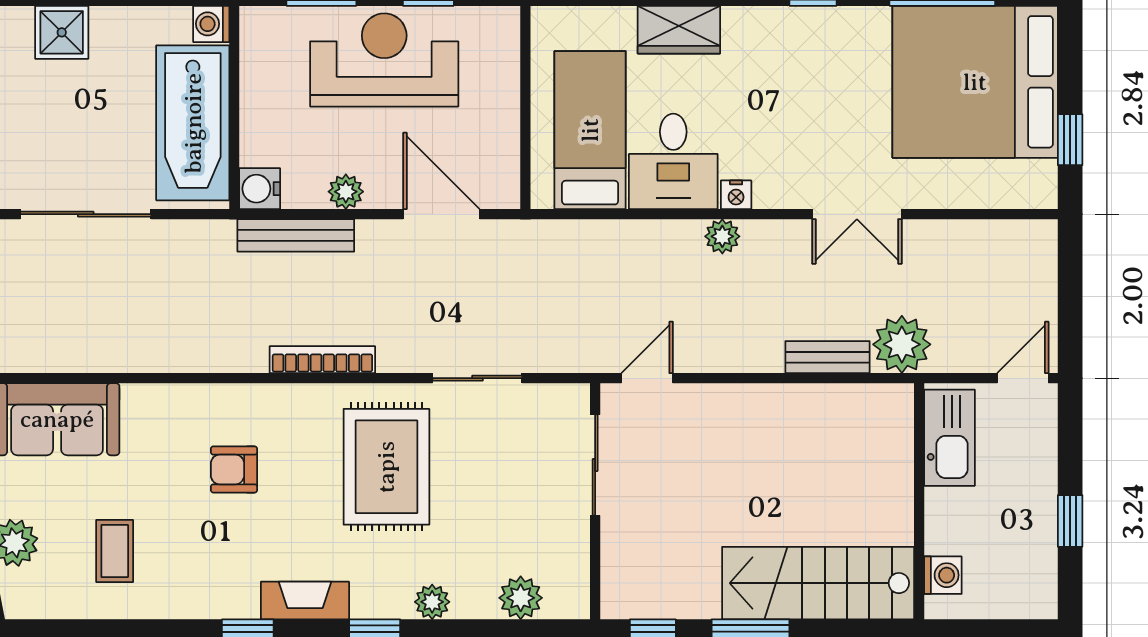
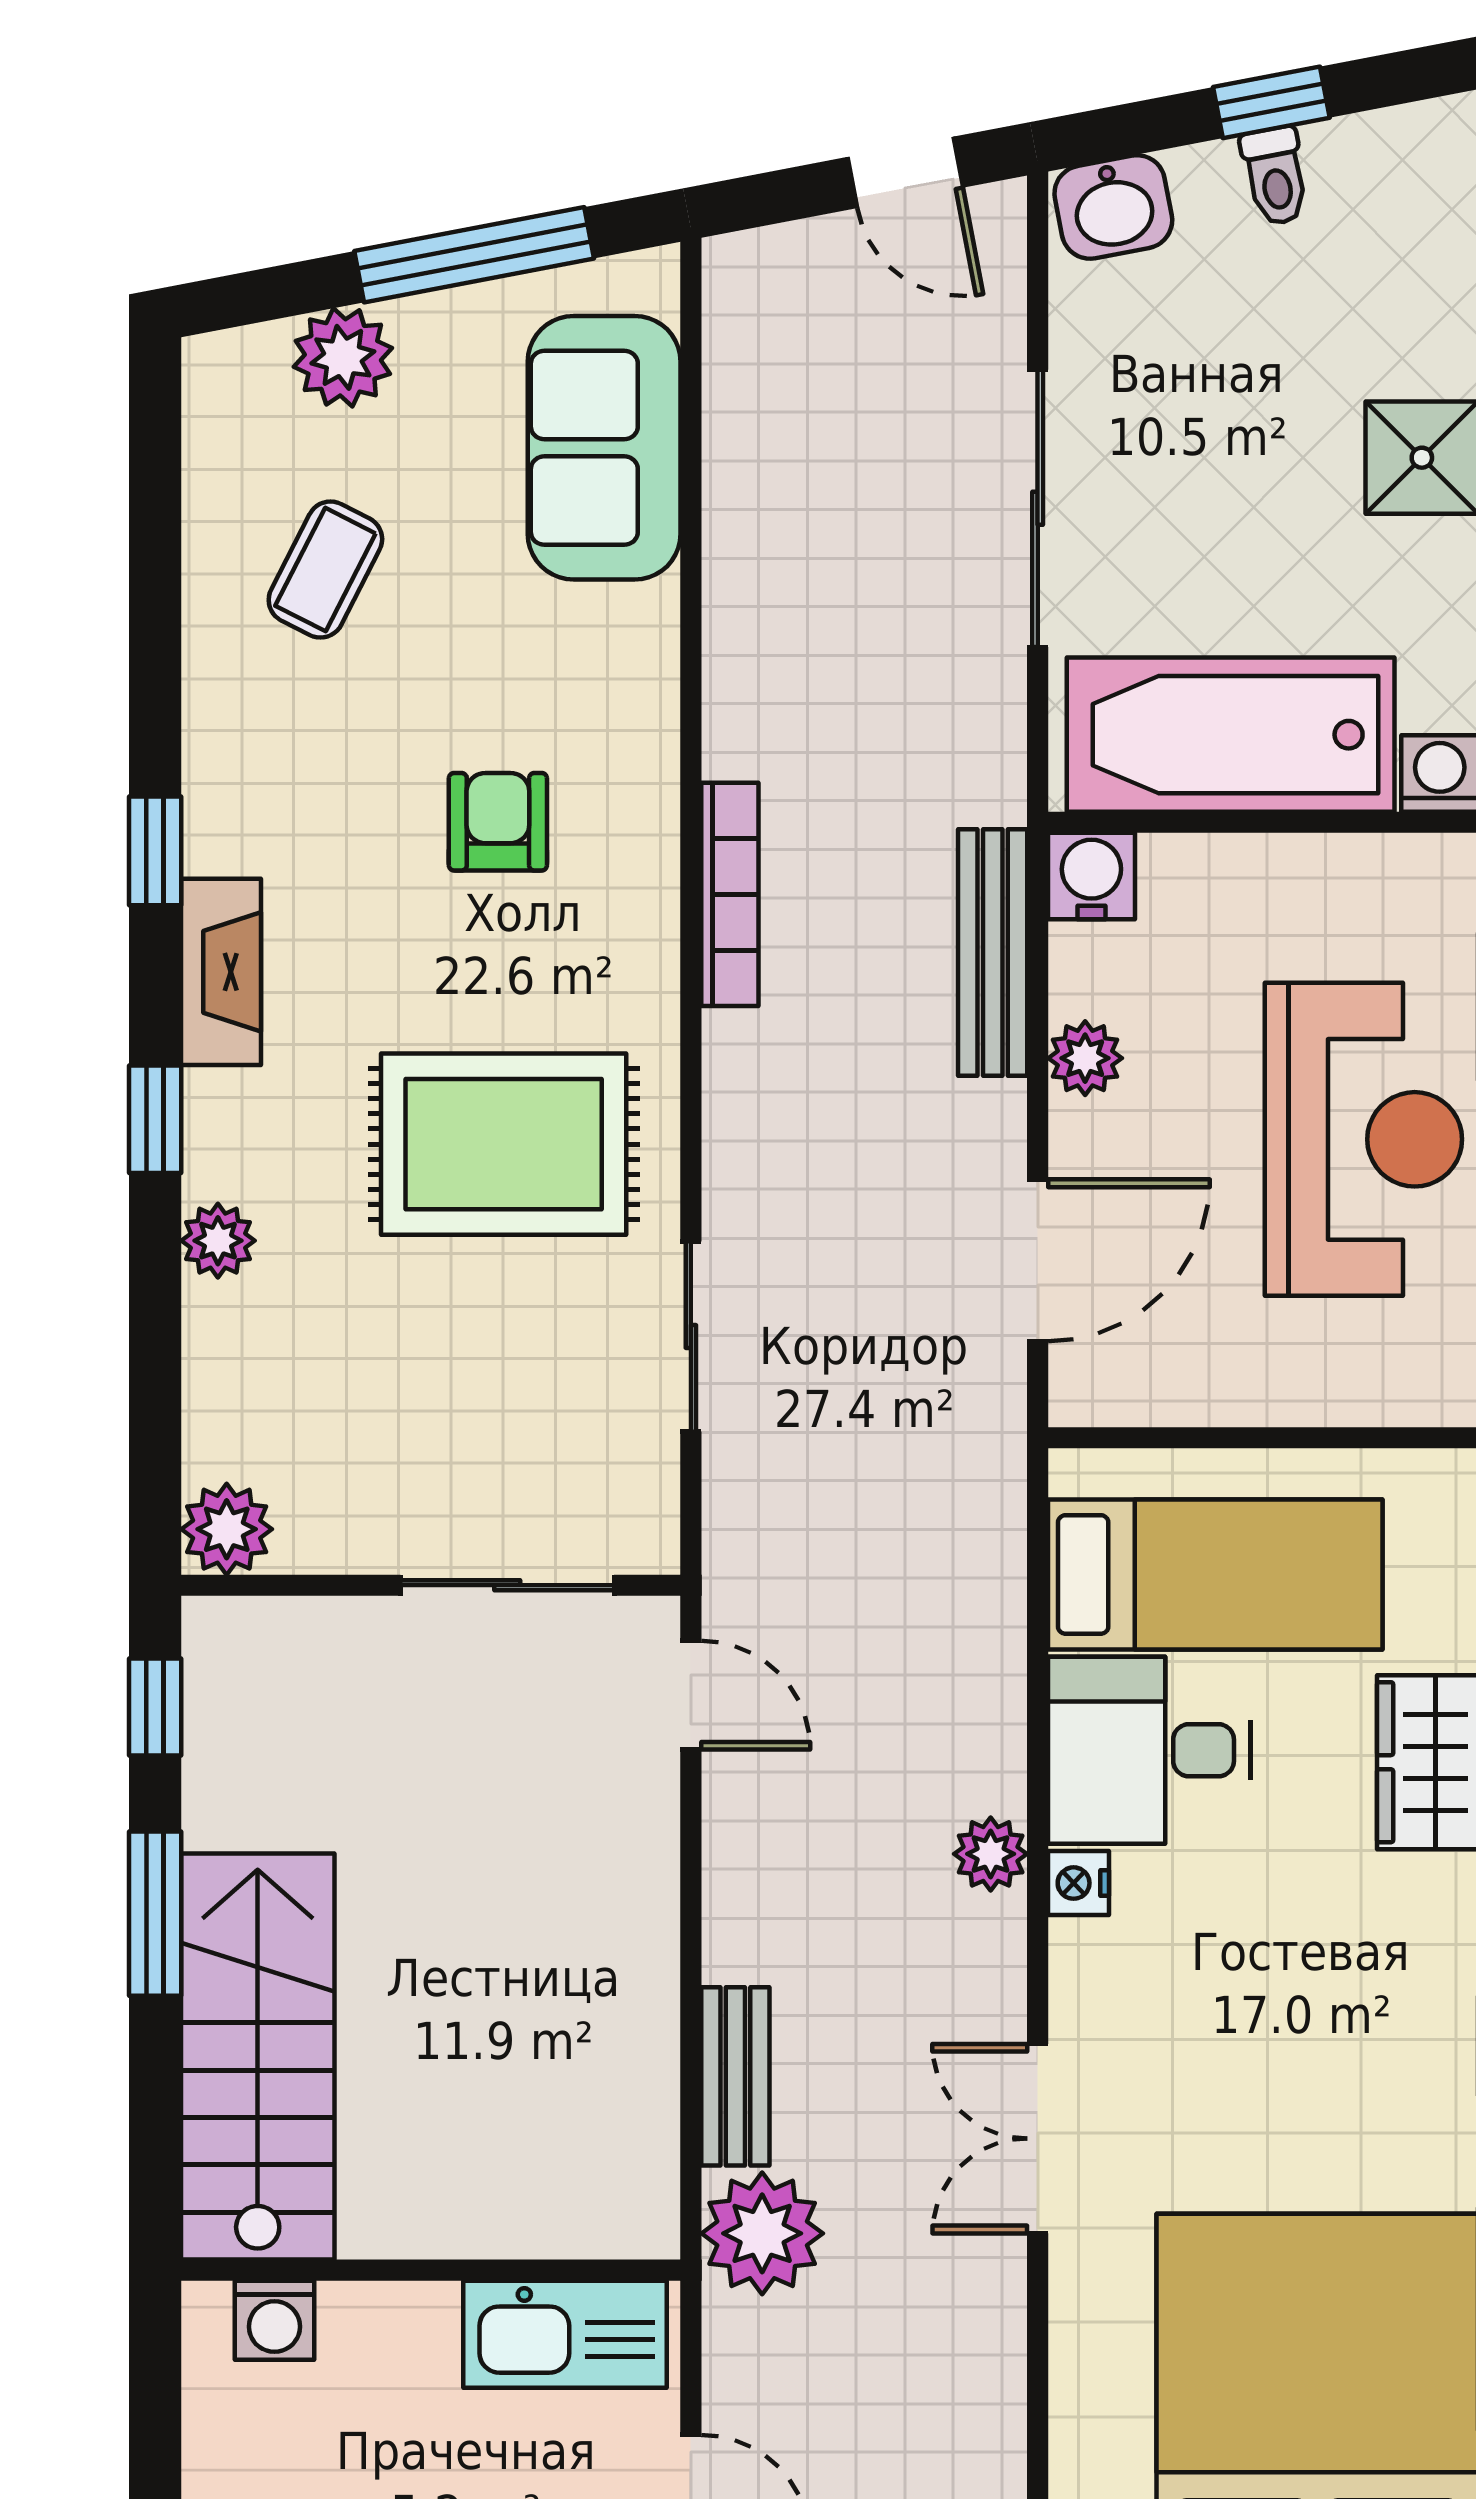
bookcase: (322, 360) -> (730, 894), moved
coffee table: (115, 551) -> (325, 570), turned -63
plant: (521, 598) -> (227, 1529), moved

